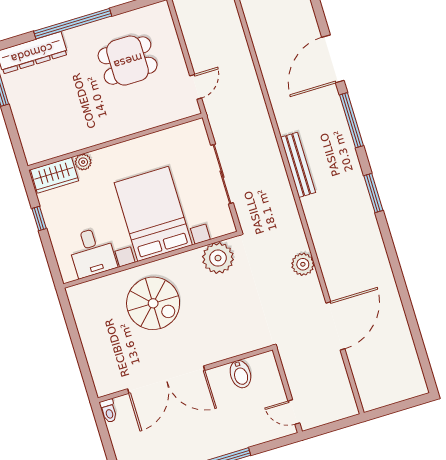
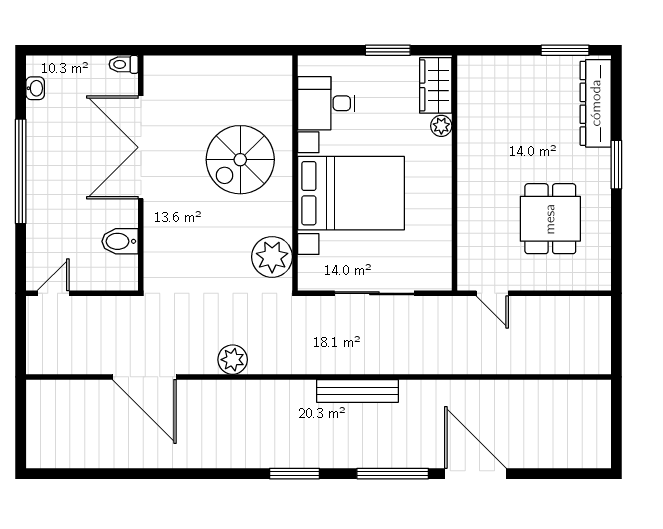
window: (73, 24) -> (616, 165), width x0.47
window: (39, 219) -> (388, 50), width x1.50

